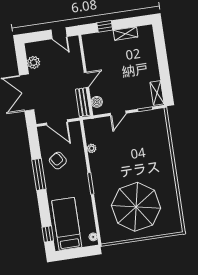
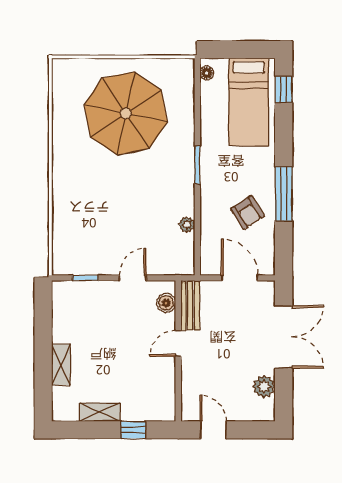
shelving: (157, 93) -> (61, 365), moved

